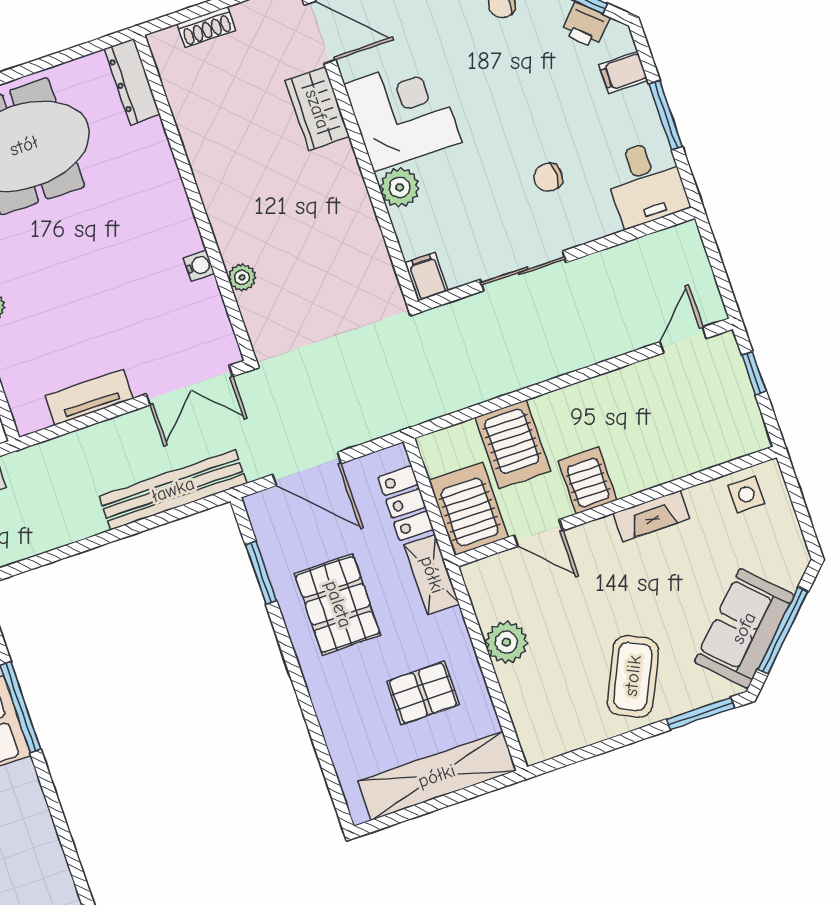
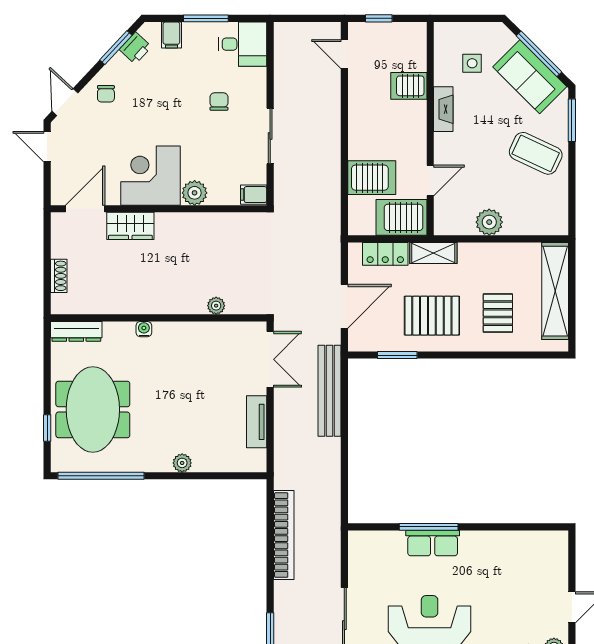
chair: (548, 177) -> (219, 102), turned 180
water cooler: (199, 266) -> (144, 329), moved
server rack: (587, 480) -> (409, 86), moved
side table: (746, 494) -> (472, 63), moved
pallet: (423, 693) -> (498, 313), moved

